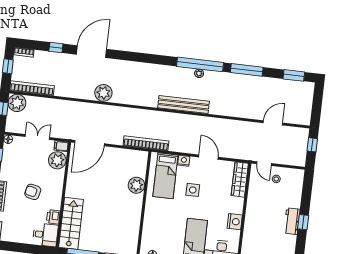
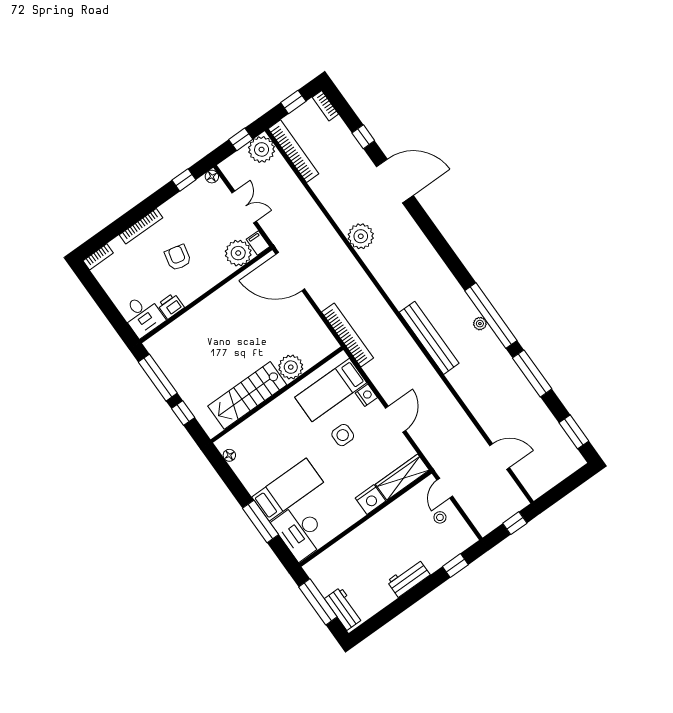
nightstand: (235, 222) -> (371, 500), moved
window: (303, 222) -> (455, 566), moved
stairs: (71, 223) -> (247, 395), moved, turned 180

